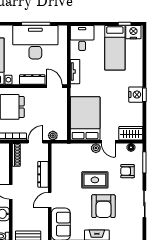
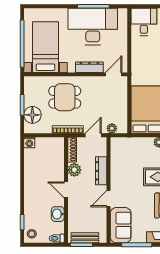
tv unit: (75, 72) -> (136, 58), removed
door: (54, 86) -> (114, 74), hinge flipped
plant: (18, 173) -> (74, 170), added

